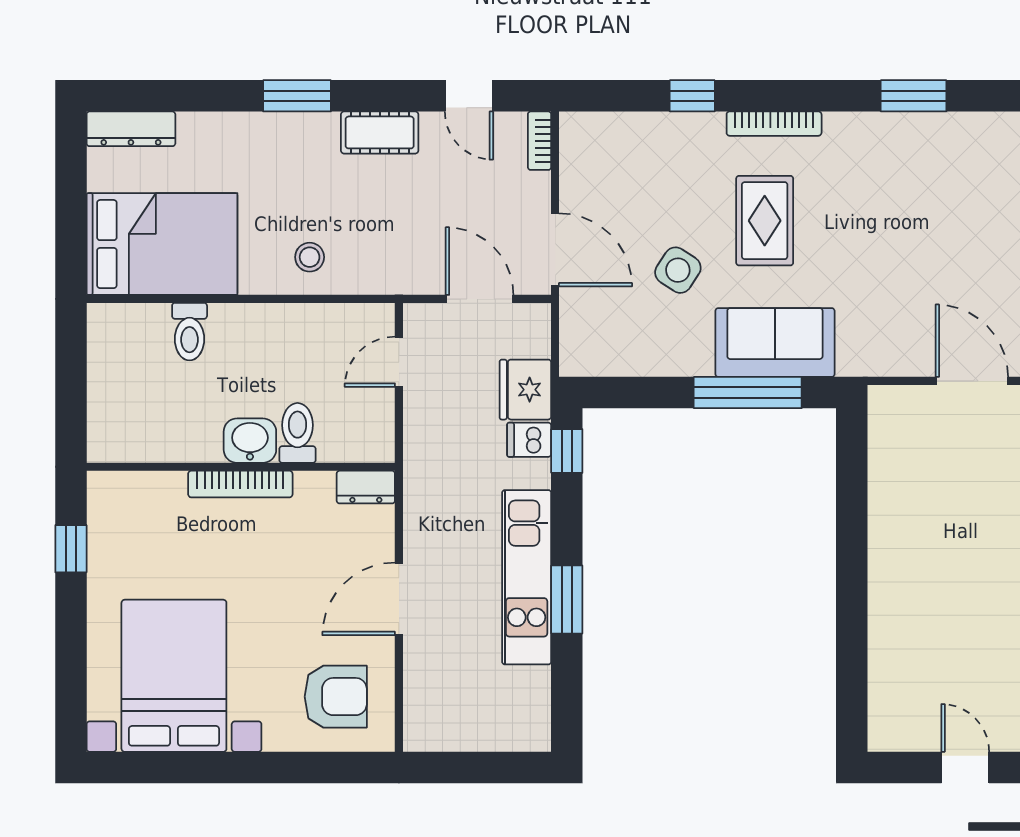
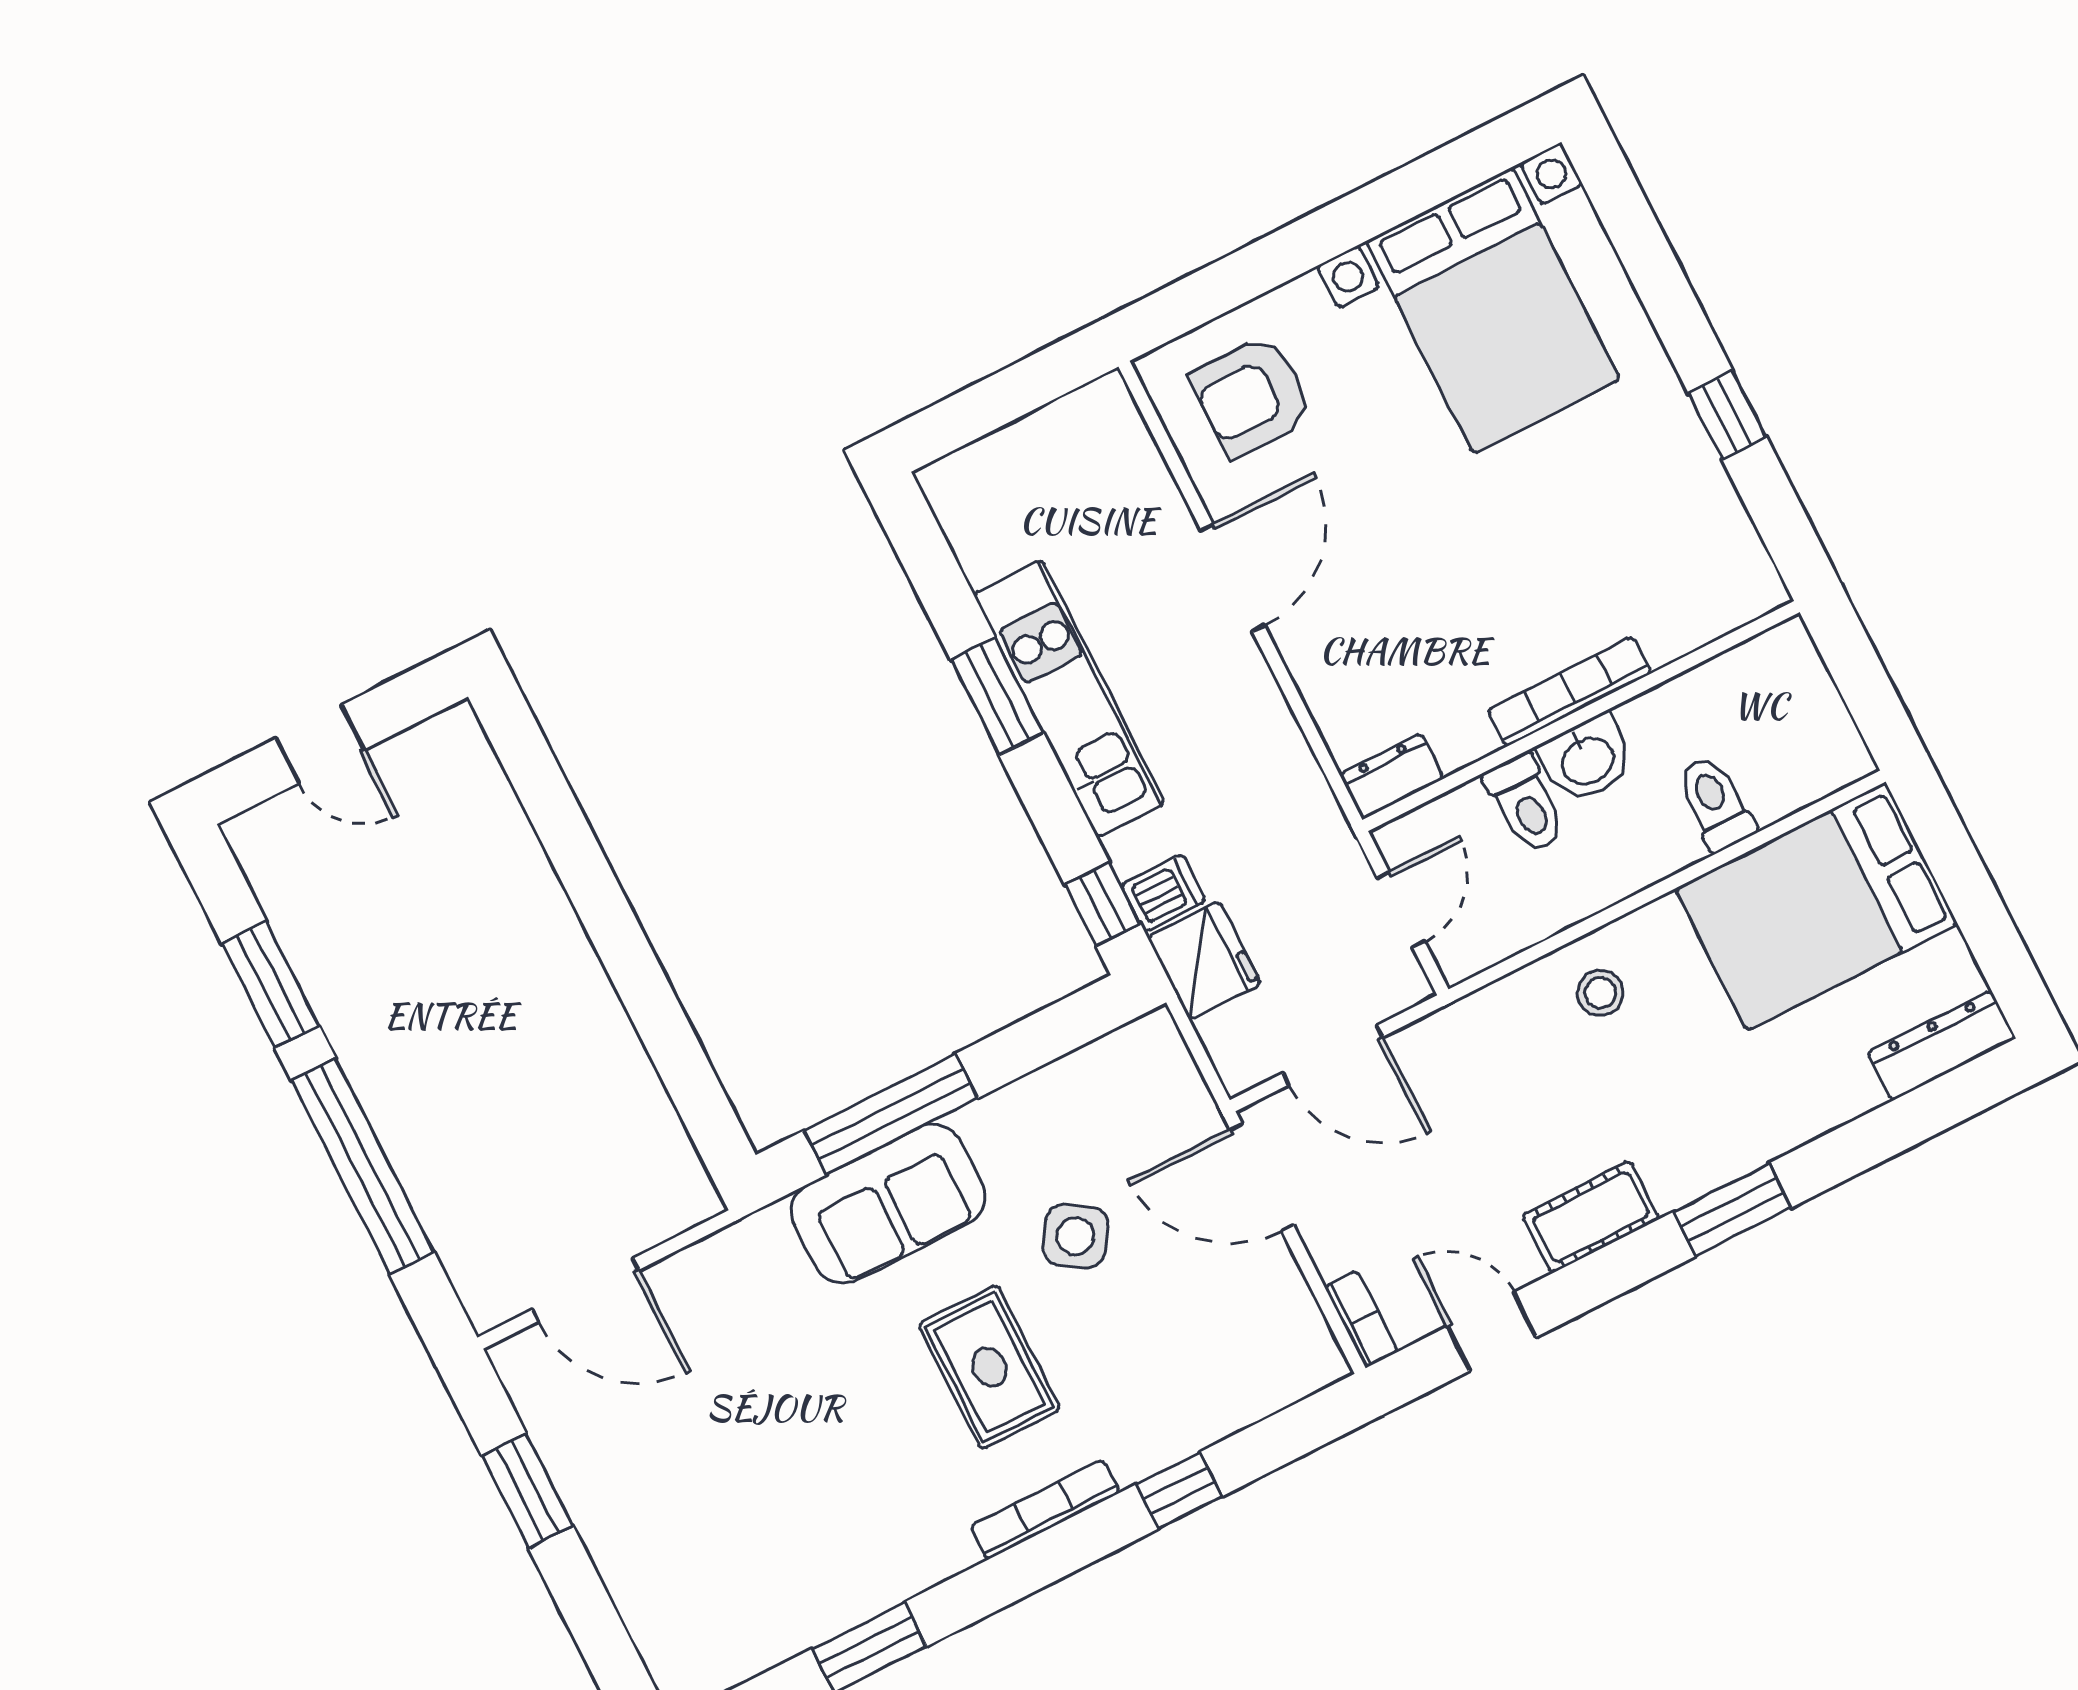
toilet: (297, 433) -> (1526, 804), moved
washbasin: (250, 441) -> (1587, 759), moved
wall: (241, 467) -> (1581, 716), moved
bookcase: (240, 484) -> (1569, 692), moved
dresser: (366, 487) -> (1392, 776), moved

